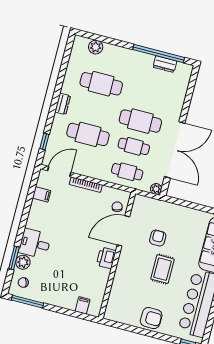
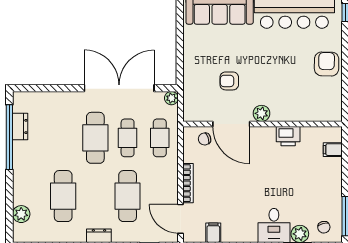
plant: (126, 257) -> (261, 113), added
printer: (106, 258) -> (288, 136), moved
rug: (163, 269) -> (265, 66), removed

